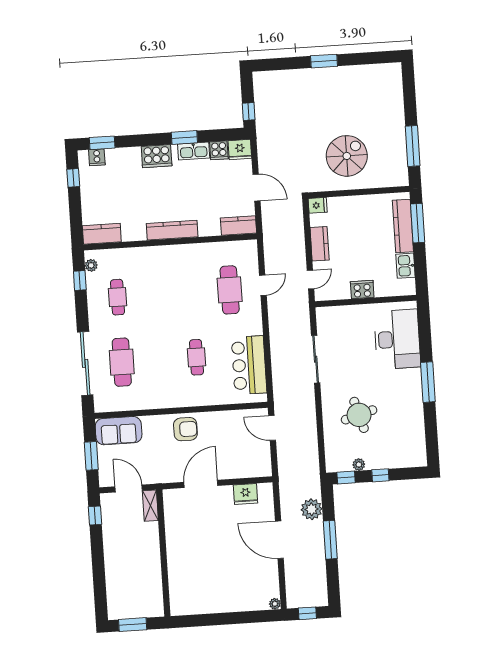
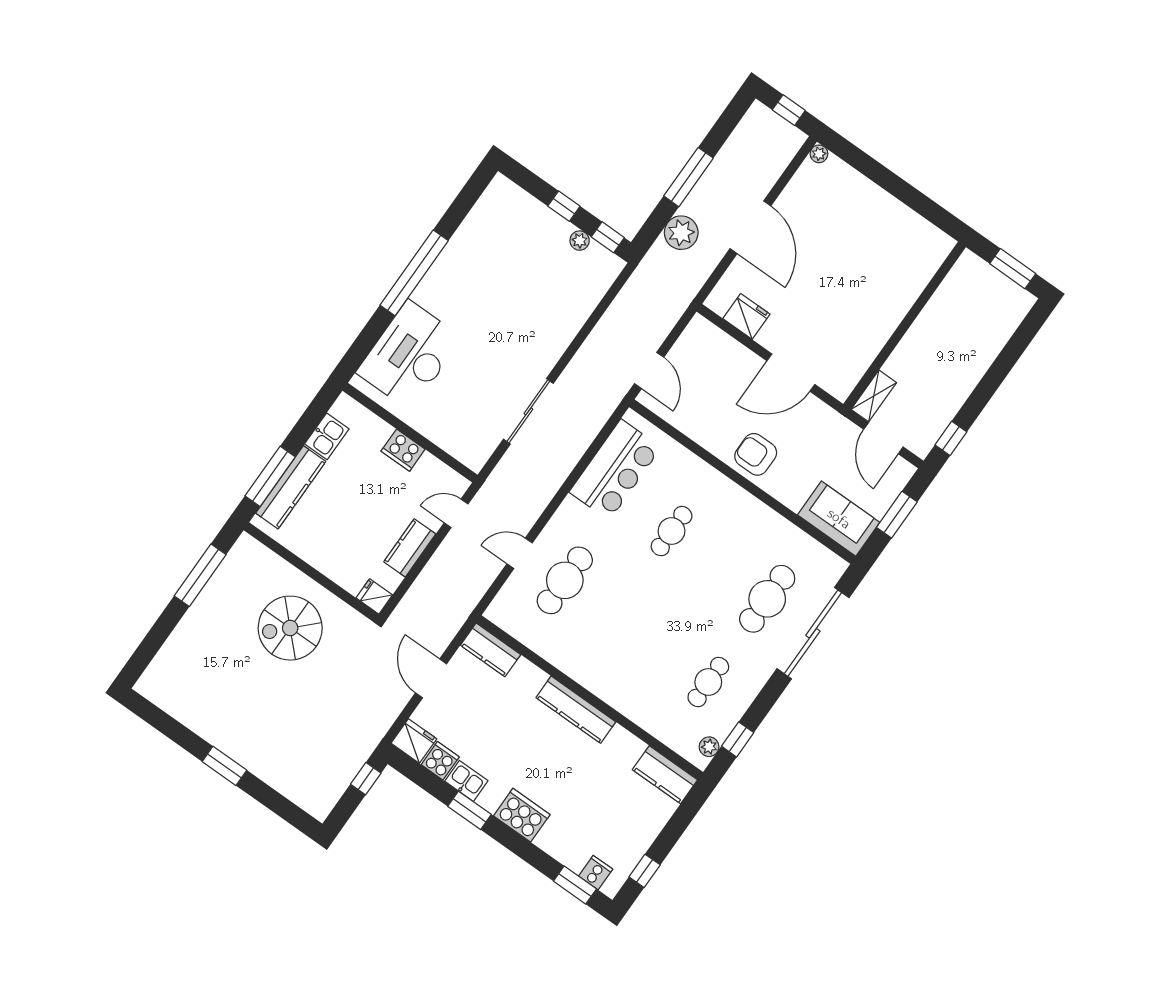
kitchen sink: (194, 151) -> (466, 781), width x0.73
window: (428, 382) -> (414, 273), width x1.46
round table: (359, 415) -> (530, 301), removed

